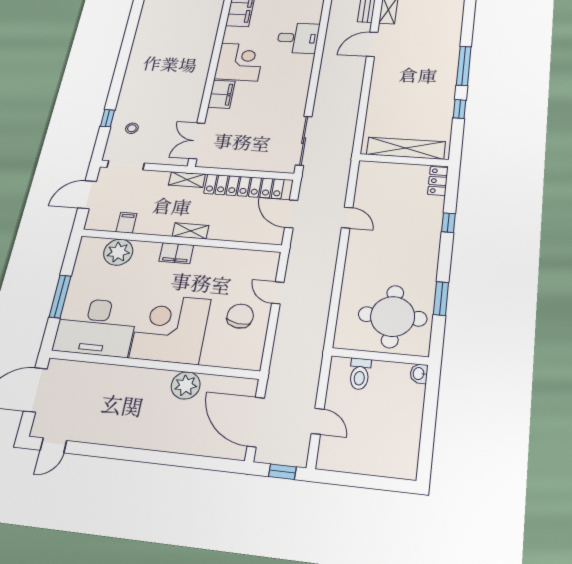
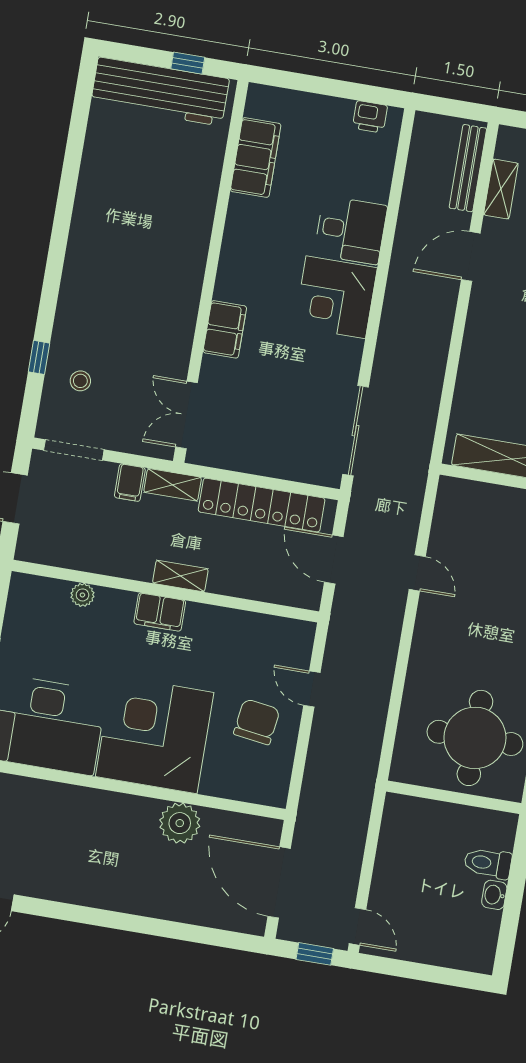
corner desk: (239, 62) -> (336, 297), moved, turned 180
filing cabinet: (126, 223) -> (130, 483), moved, turned 180
plant: (118, 252) -> (82, 595), width x0.53, depth x0.53
toilet: (360, 374) -> (488, 863), moved, turned 90
washbasin: (419, 374) -> (494, 895), moved
door: (318, 421) -> (357, 927), moved

